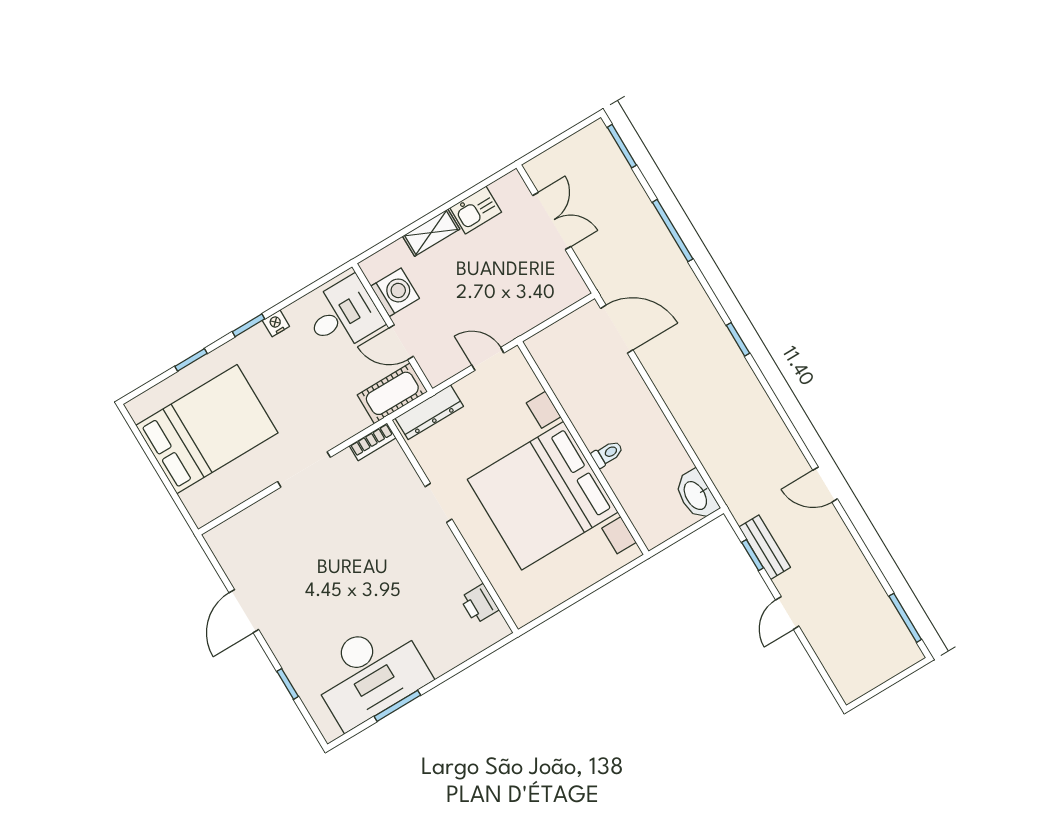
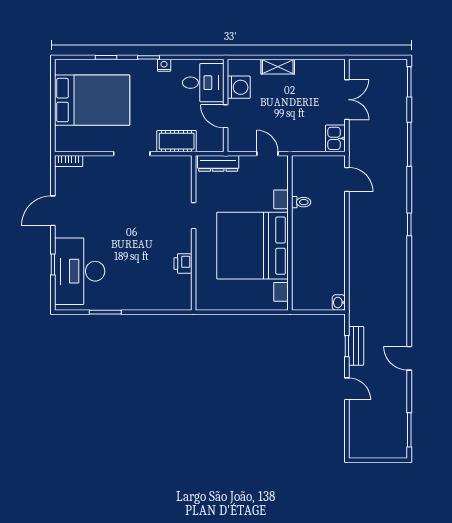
kitchen sink: (476, 210) -> (335, 138), moved, turned 90
door: (617, 329) -> (347, 179), width x0.73
cot: (392, 393) -> (177, 141), moved
bookcase: (373, 442) -> (69, 161), moved
toilet: (607, 454) -> (301, 202), moved
door: (825, 485) -> (409, 358), moved
washbasin: (696, 495) -> (339, 302), width x0.52, depth x0.69
printer: (479, 604) -> (183, 264), moved
door: (787, 613) -> (347, 389), swing flipped
desk: (370, 673) -> (80, 271), moved, turned 90

